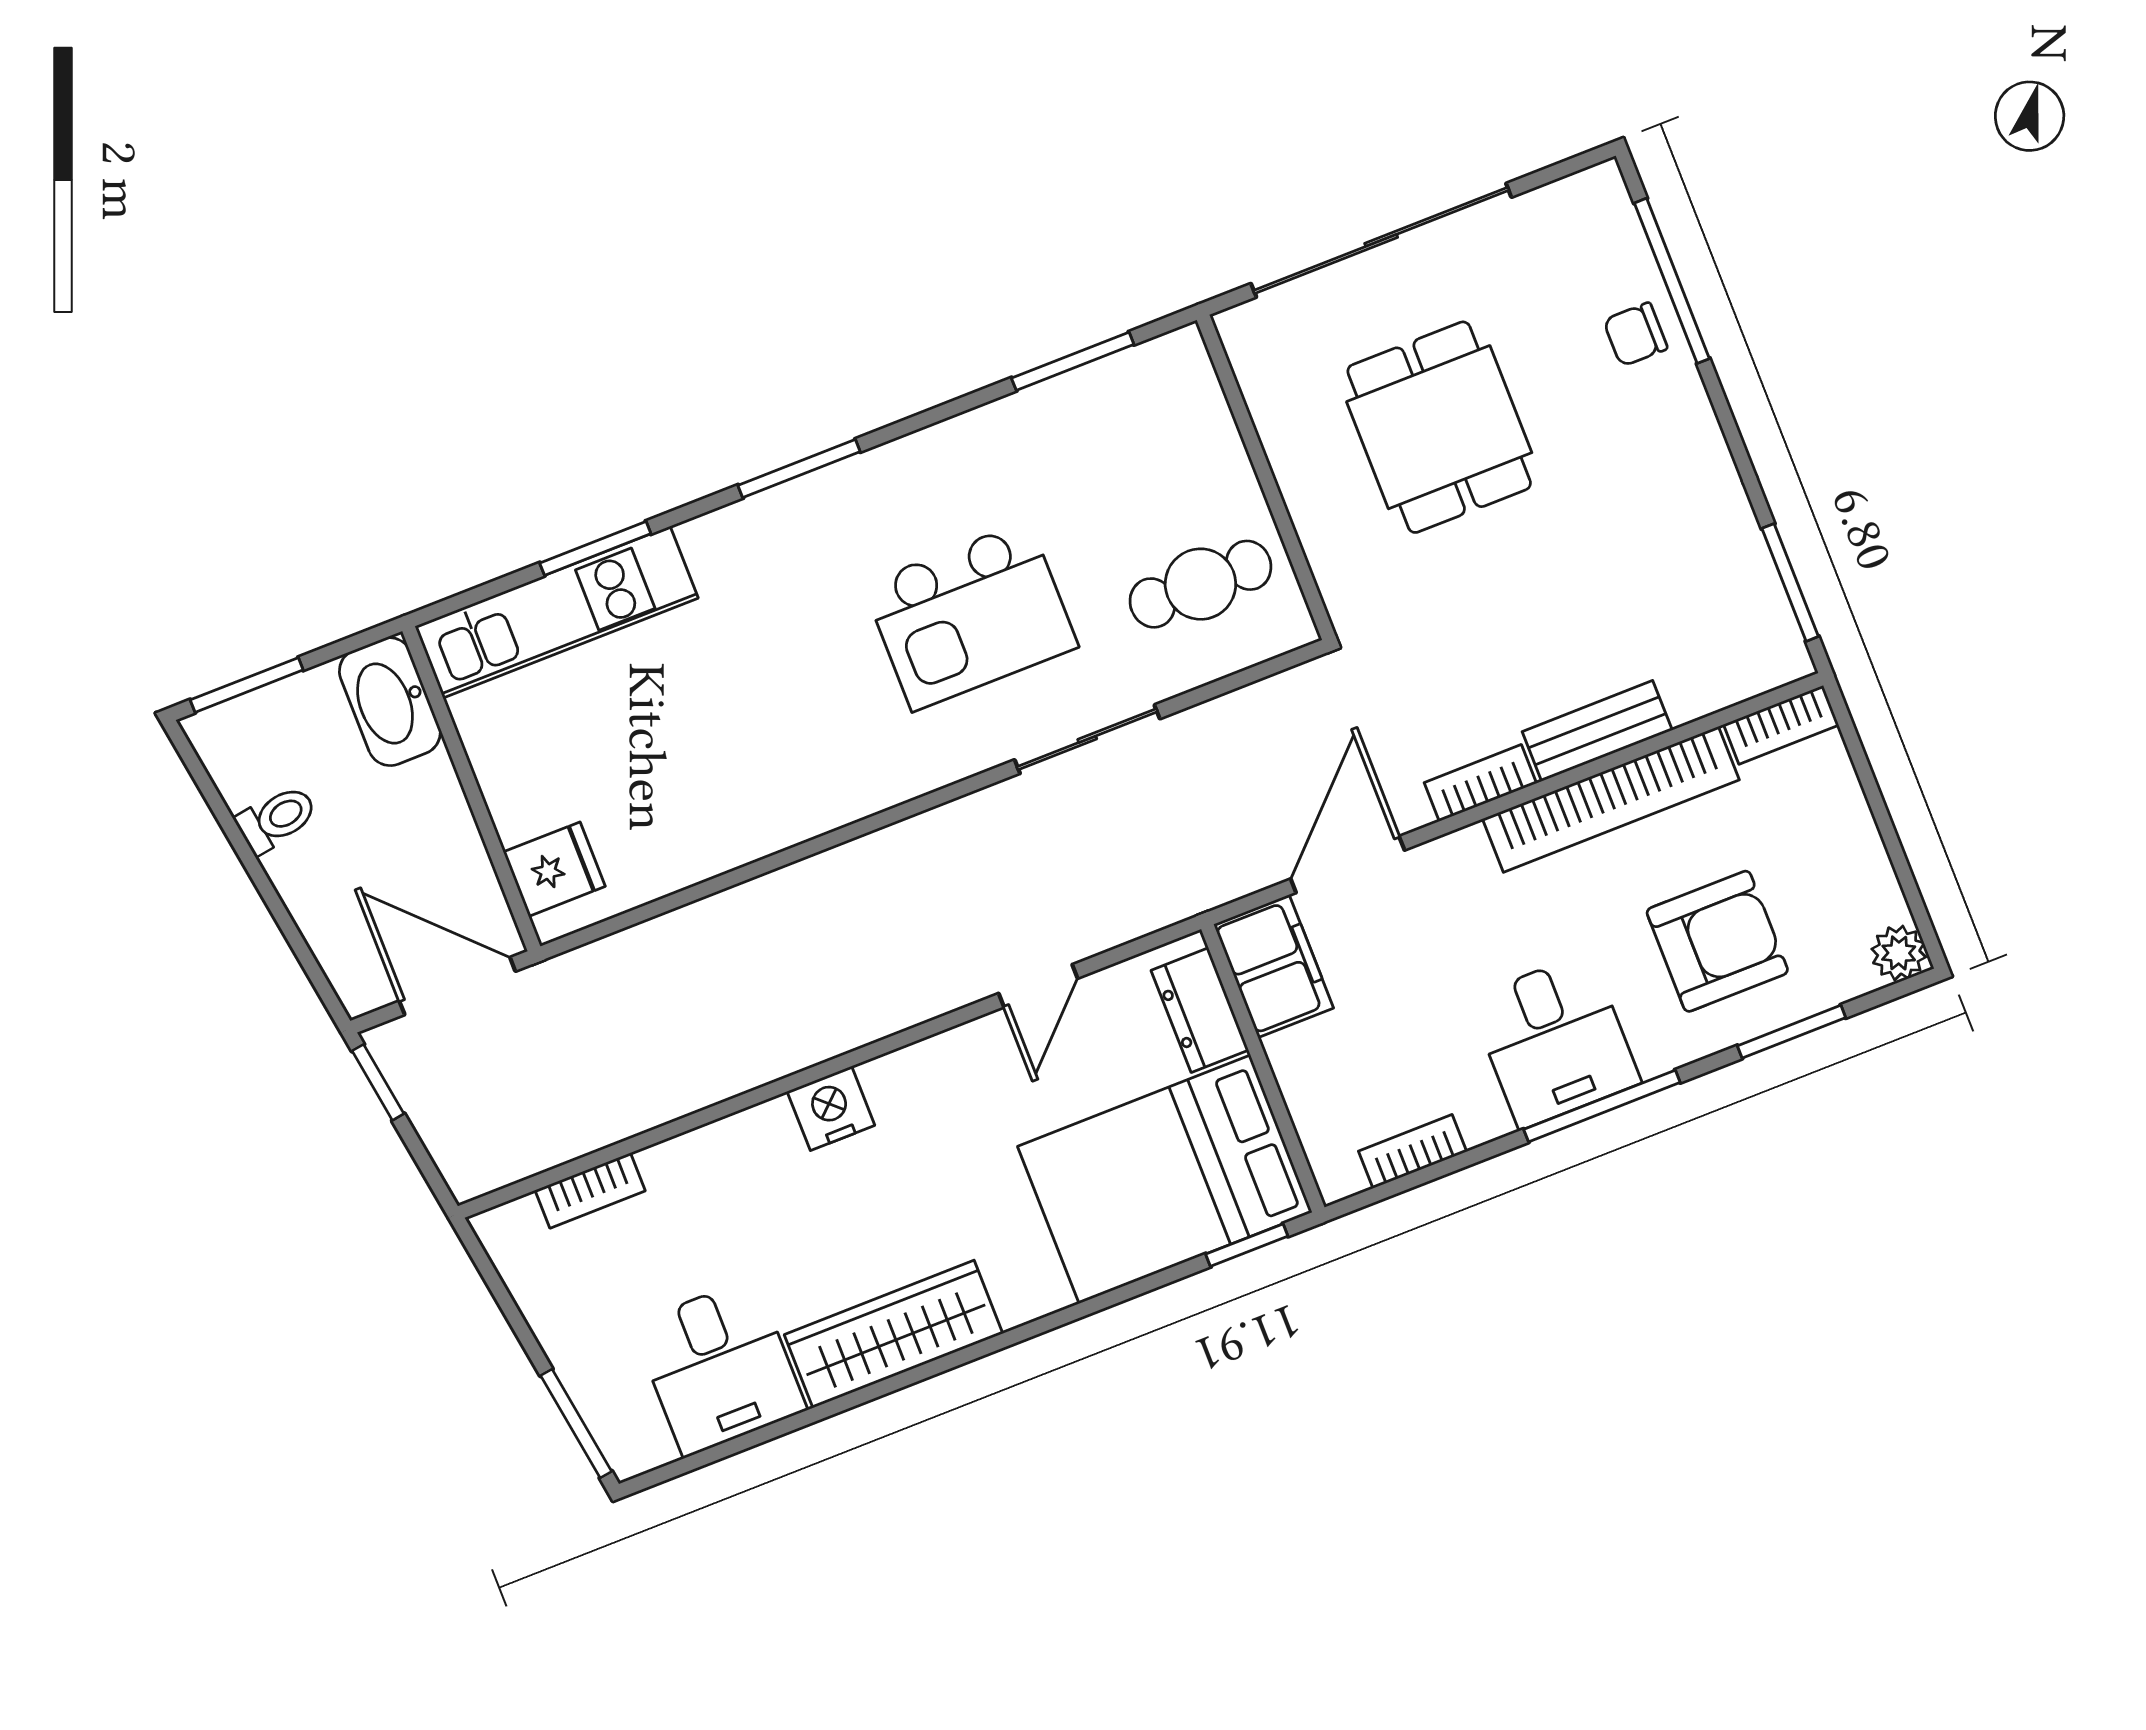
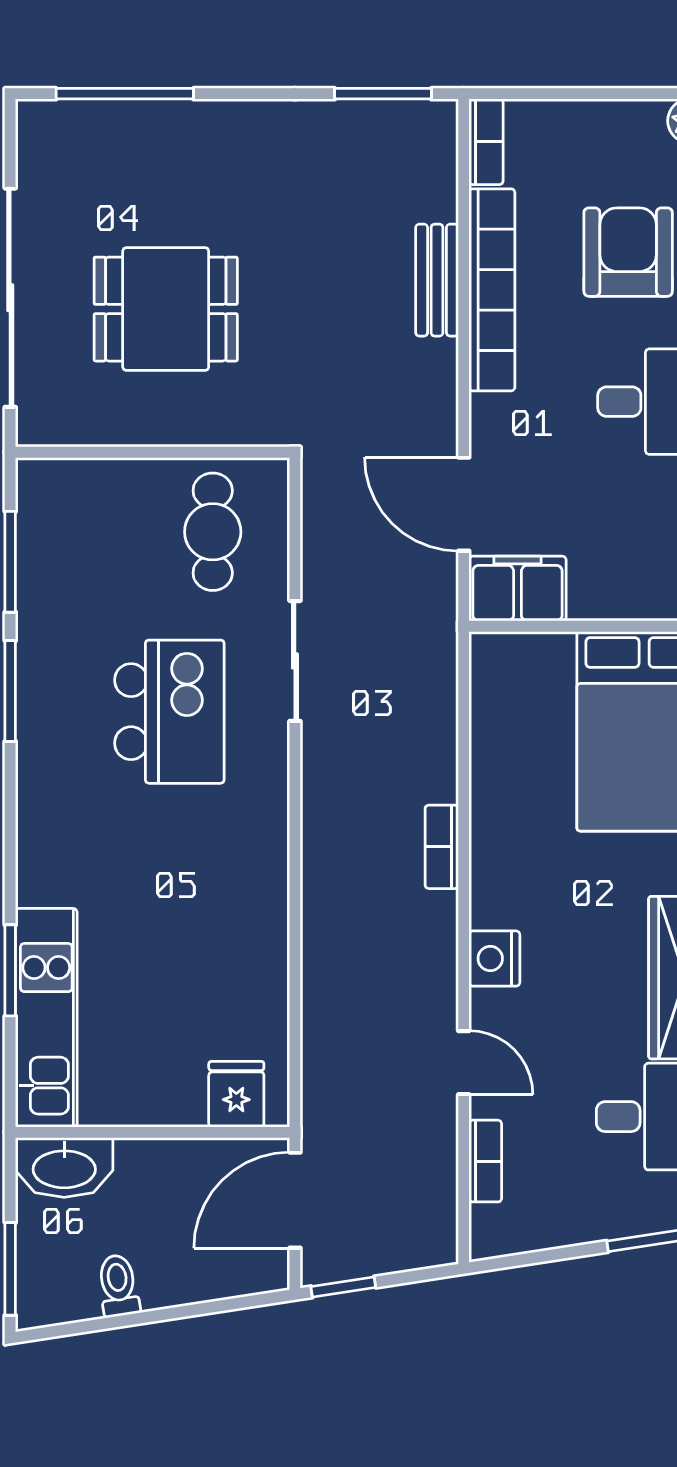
chair: (1635, 334) -> (154, 136), removed
window: (799, 468) -> (10, 691), moved
bookcase: (1480, 783) -> (442, 847), moved
door: (1038, 986) -> (464, 1063), moved
dresser: (1200, 1010) -> (529, 656), removed

